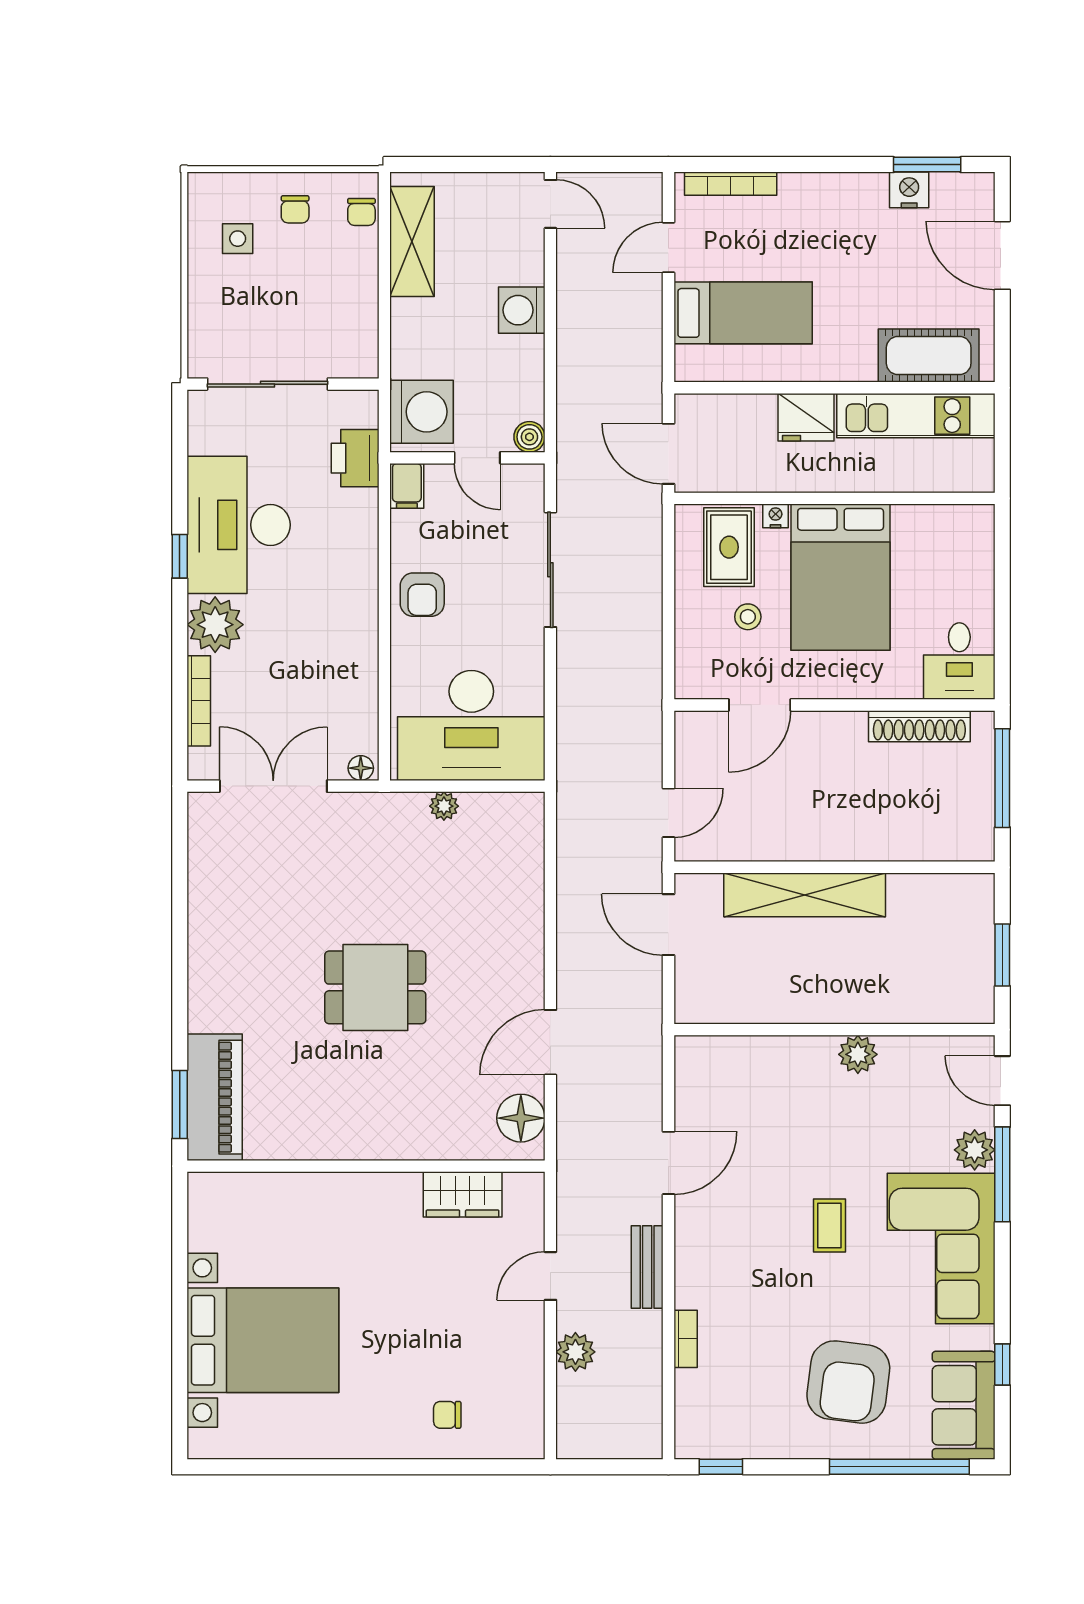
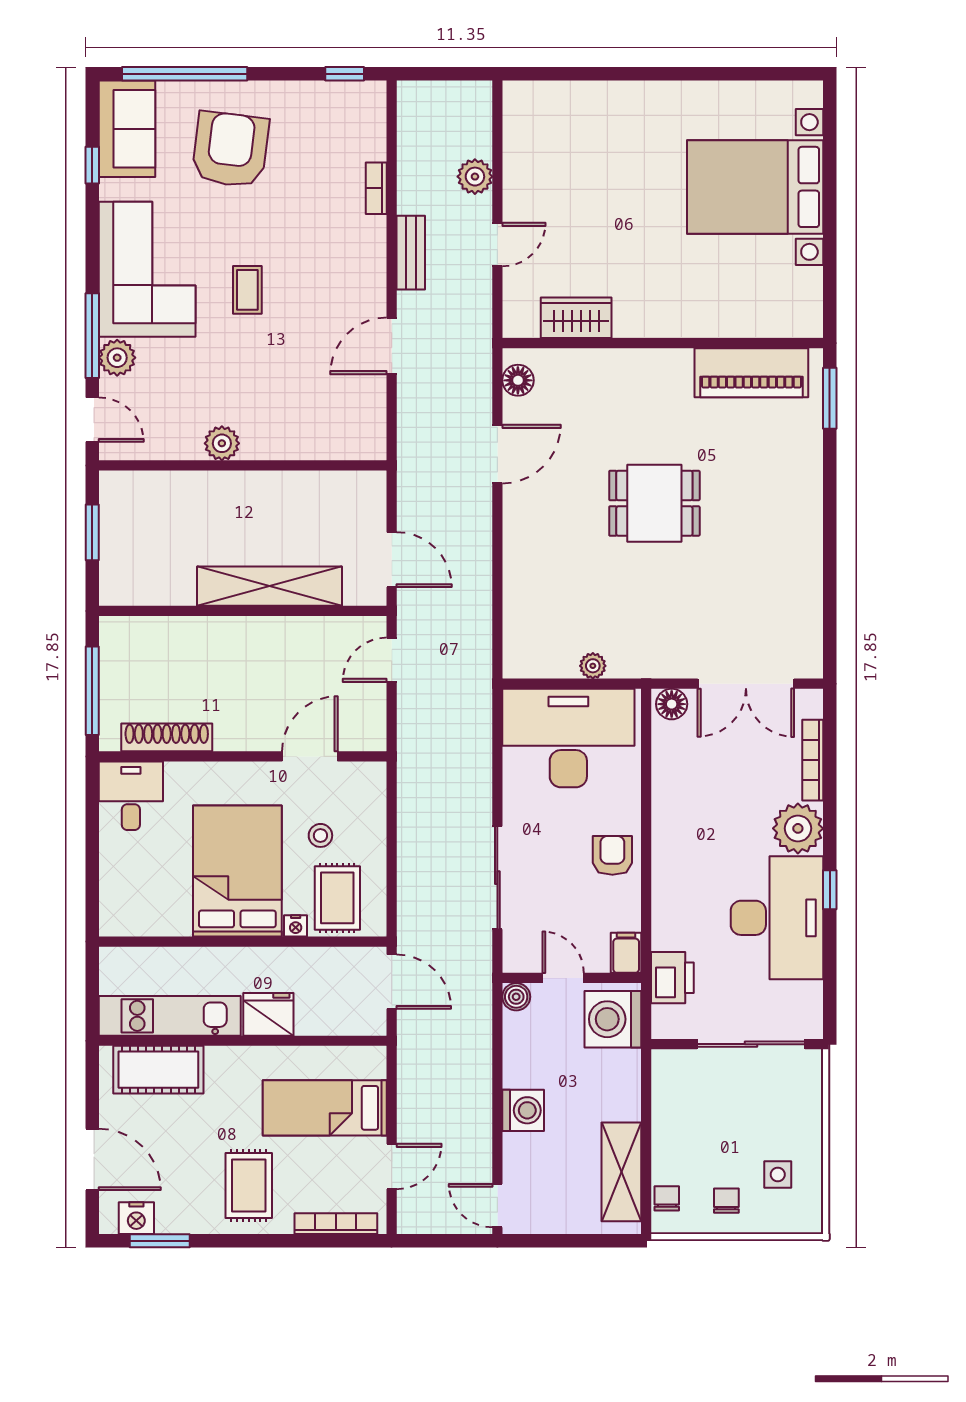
nightstand: (909, 190) -> (136, 1218), moved
rug: (828, 226) -> (249, 1186), added
floor lamp: (361, 768) -> (672, 704), width x1.37, depth x1.37
piano: (215, 1097) -> (751, 373), moved, turned -90
floor lamp: (521, 1118) -> (518, 380), width x0.73, depth x0.73
chair: (447, 1415) -> (590, 120), removed

